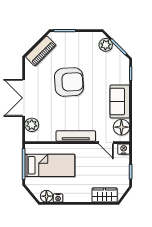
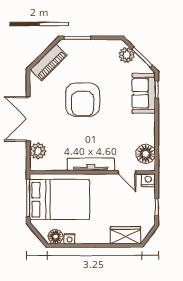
armchair: (69, 82) -> (83, 100), turned 93
sofa: (120, 102) -> (144, 93), moved
bed: (50, 165) -> (60, 200), width x1.50

